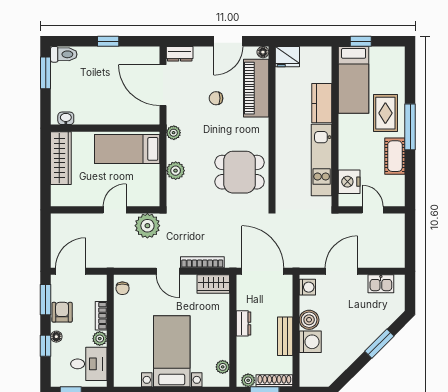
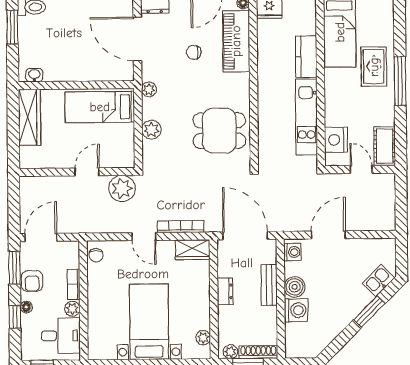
cot: (395, 156) -> (385, 146), moved
kitchen sink: (381, 284) -> (378, 281), moved, turned 135
armchair: (62, 312) -> (32, 281), turned 180
bench: (285, 336) -> (269, 285), moved

